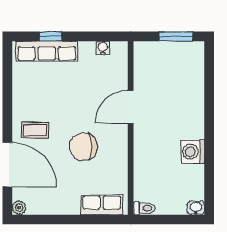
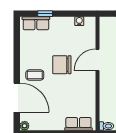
row of seats: (47, 51) -> (36, 23), width x0.68
chair: (83, 147) -> (62, 65), moved

